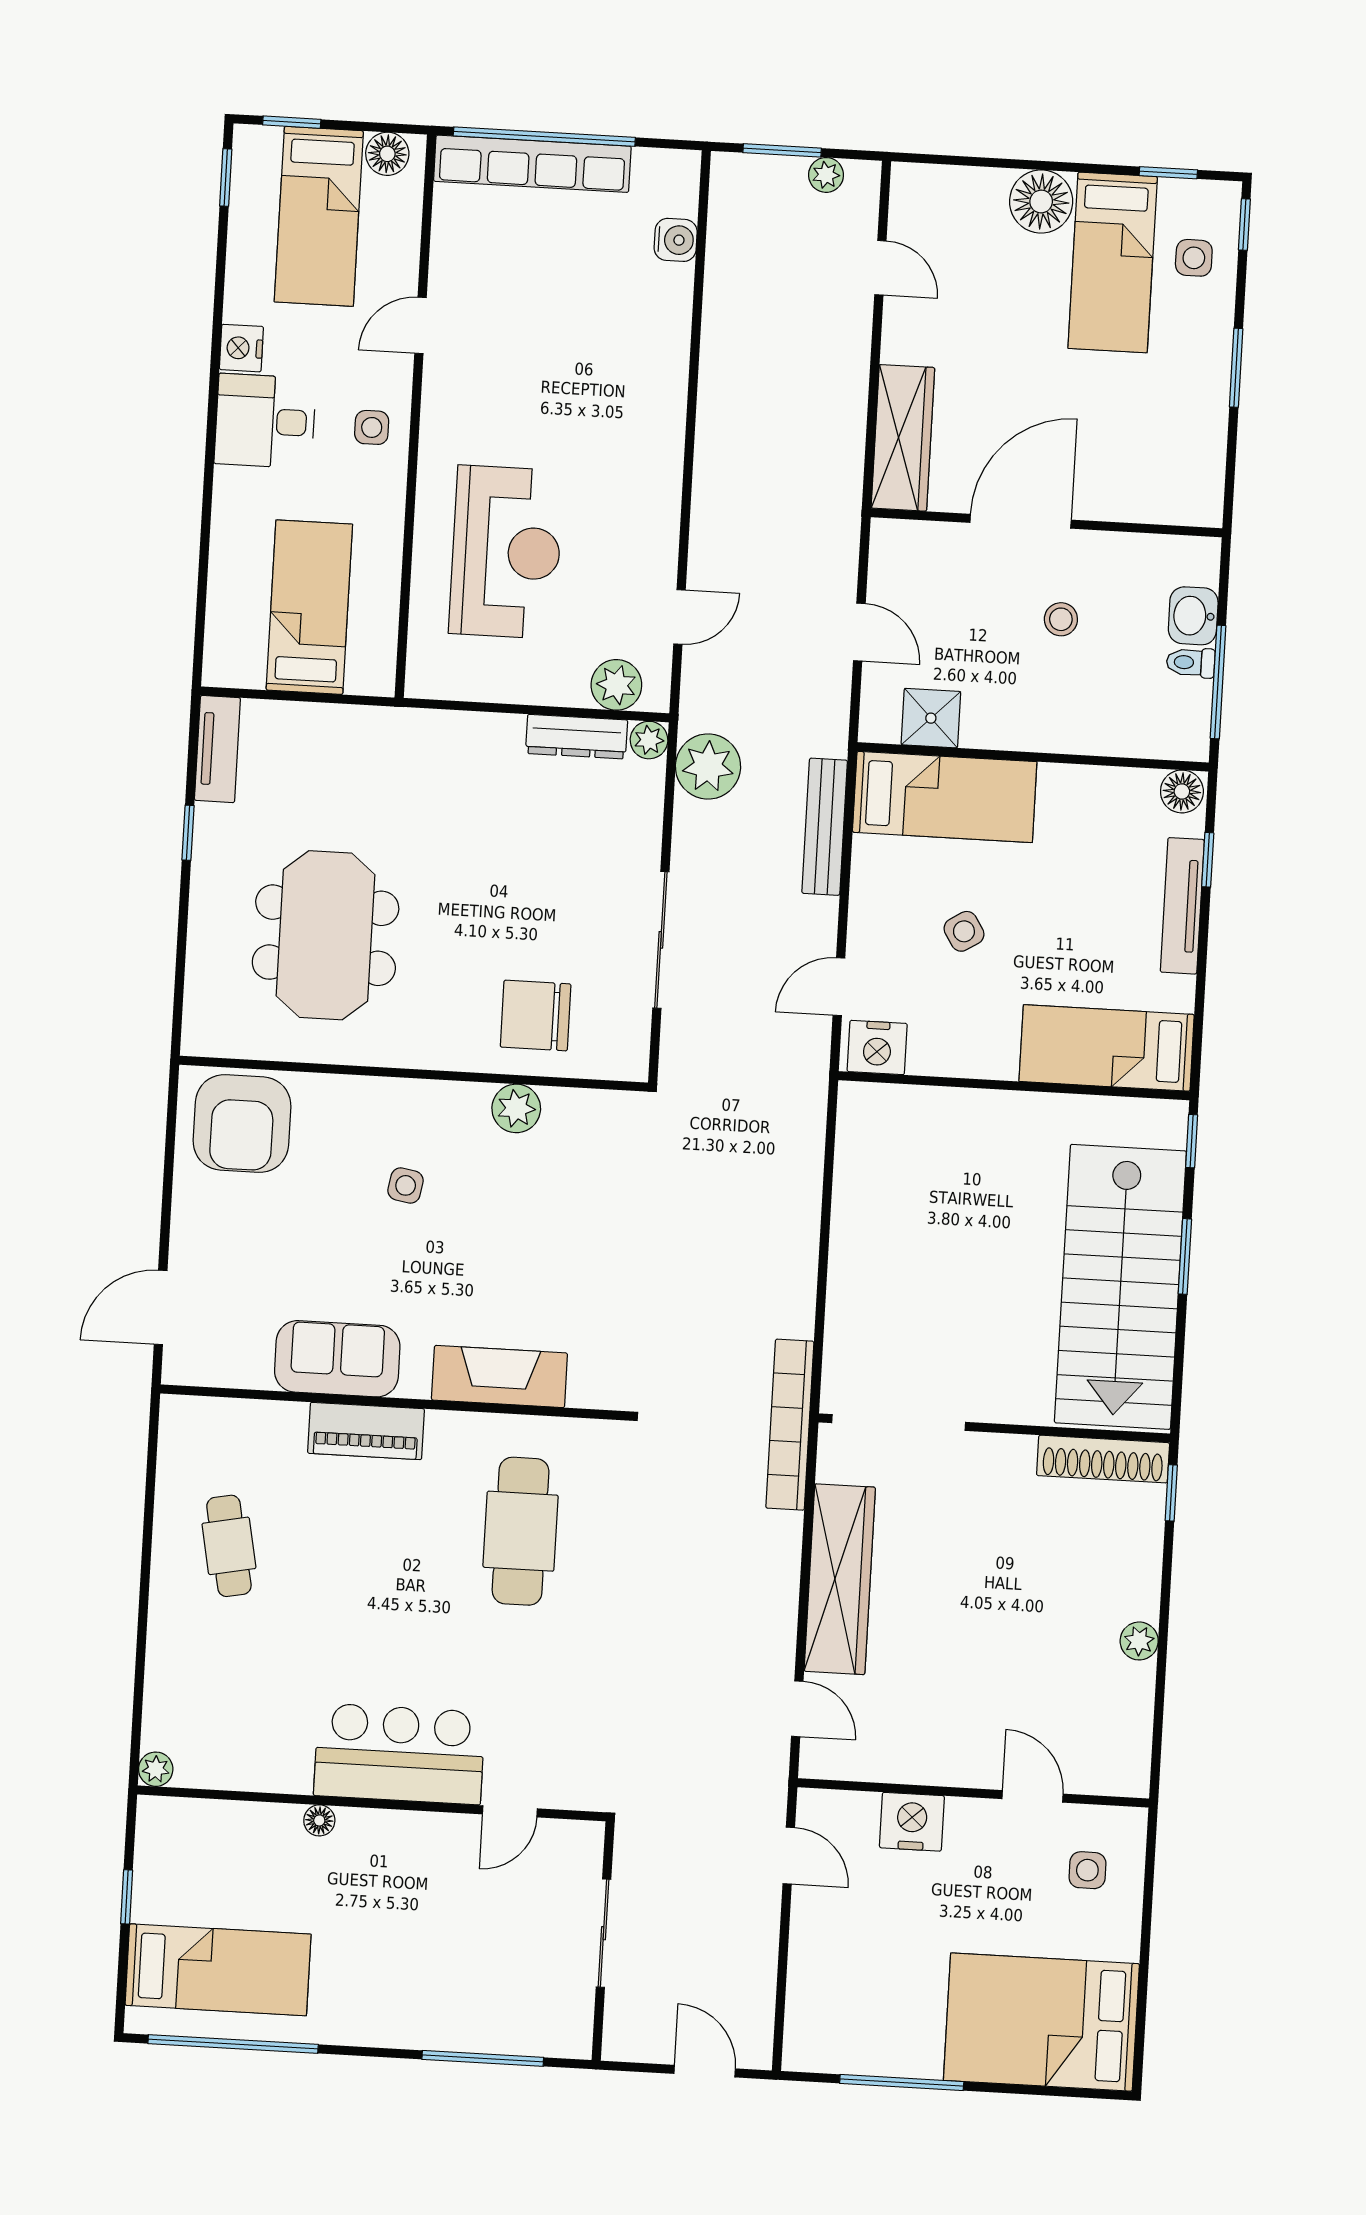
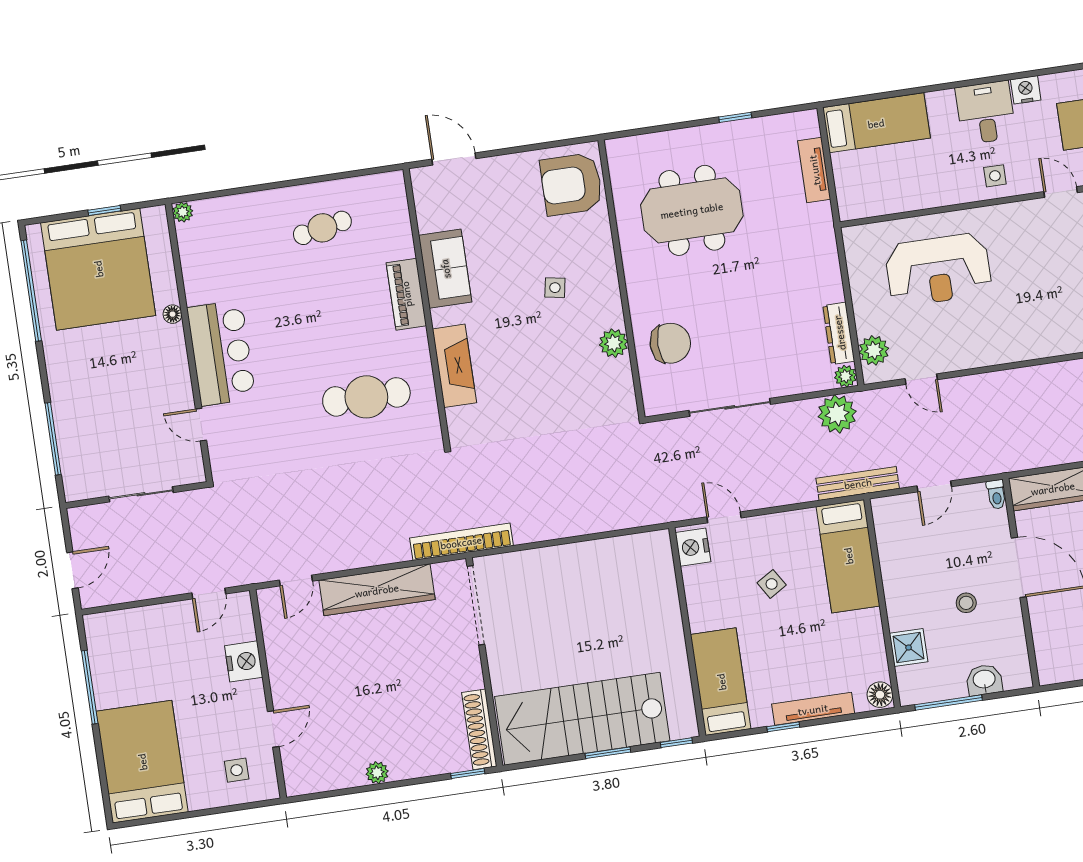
bed: (309, 607) -> (876, 123), moved
toilet: (1191, 663) -> (996, 494), moved, turned 180
shower: (931, 718) -> (909, 648), moved
tv unit: (217, 749) -> (814, 170), moved, turned 90
bench: (825, 827) -> (858, 483), moved
window: (1208, 860) -> (783, 727), moved
chair: (536, 1016) -> (670, 343), turned 90
bed: (218, 1970) -> (98, 269), width x2.04

